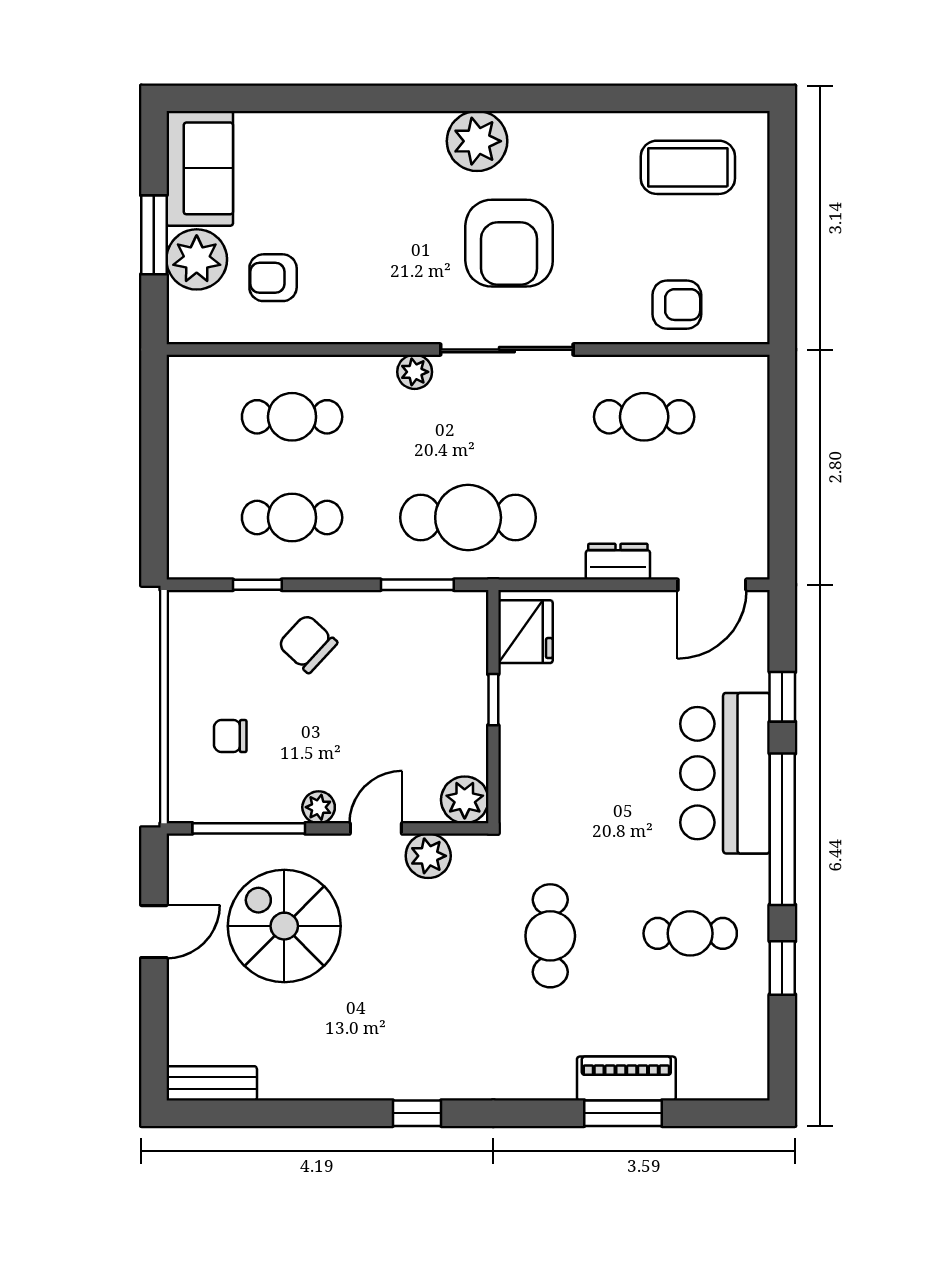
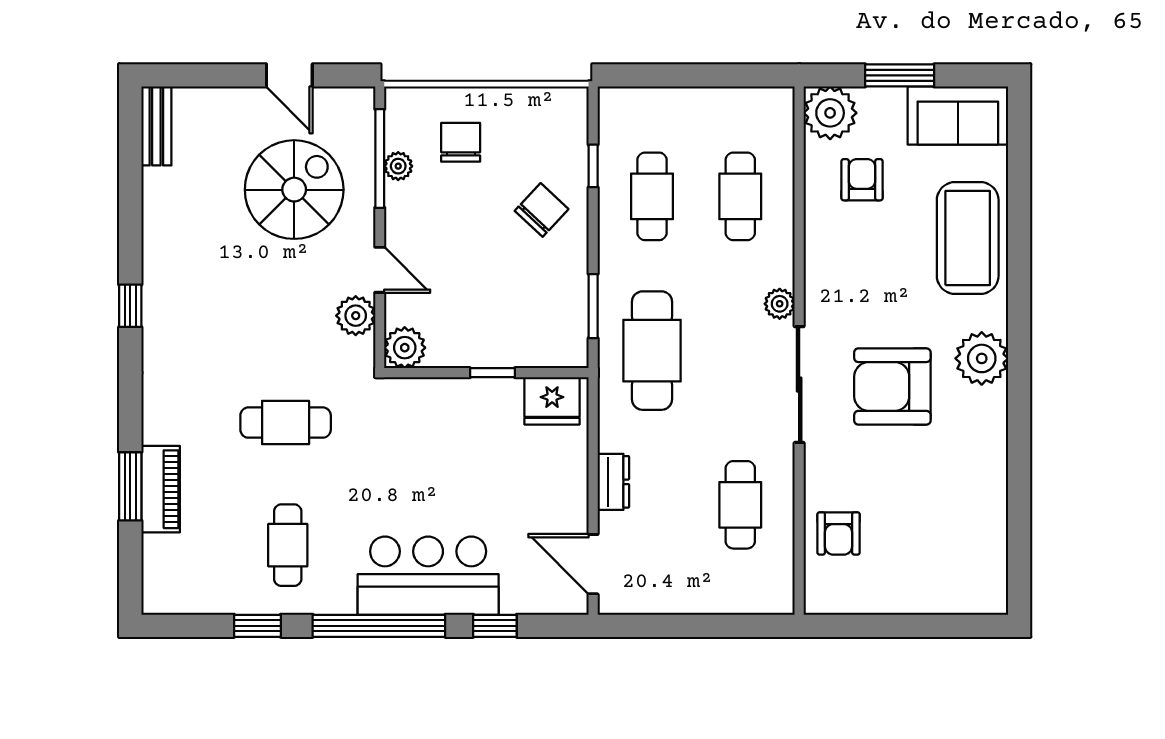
coffee table: (688, 167) -> (968, 238), moved, width x1.36, depth x1.32
plant: (197, 259) -> (830, 113), moved
chair: (230, 736) -> (461, 142), width x1.37, depth x1.37
plant: (319, 807) -> (398, 166), moved

